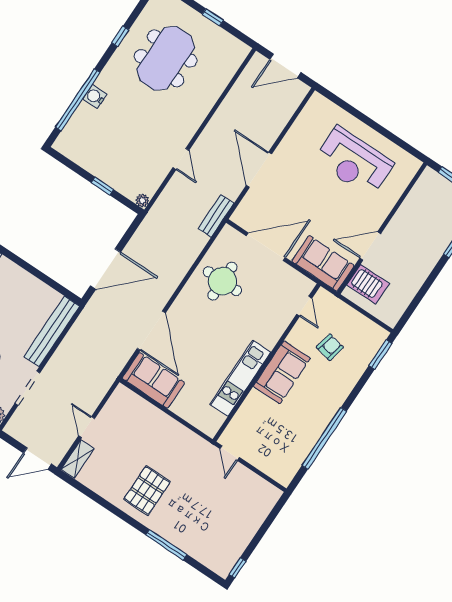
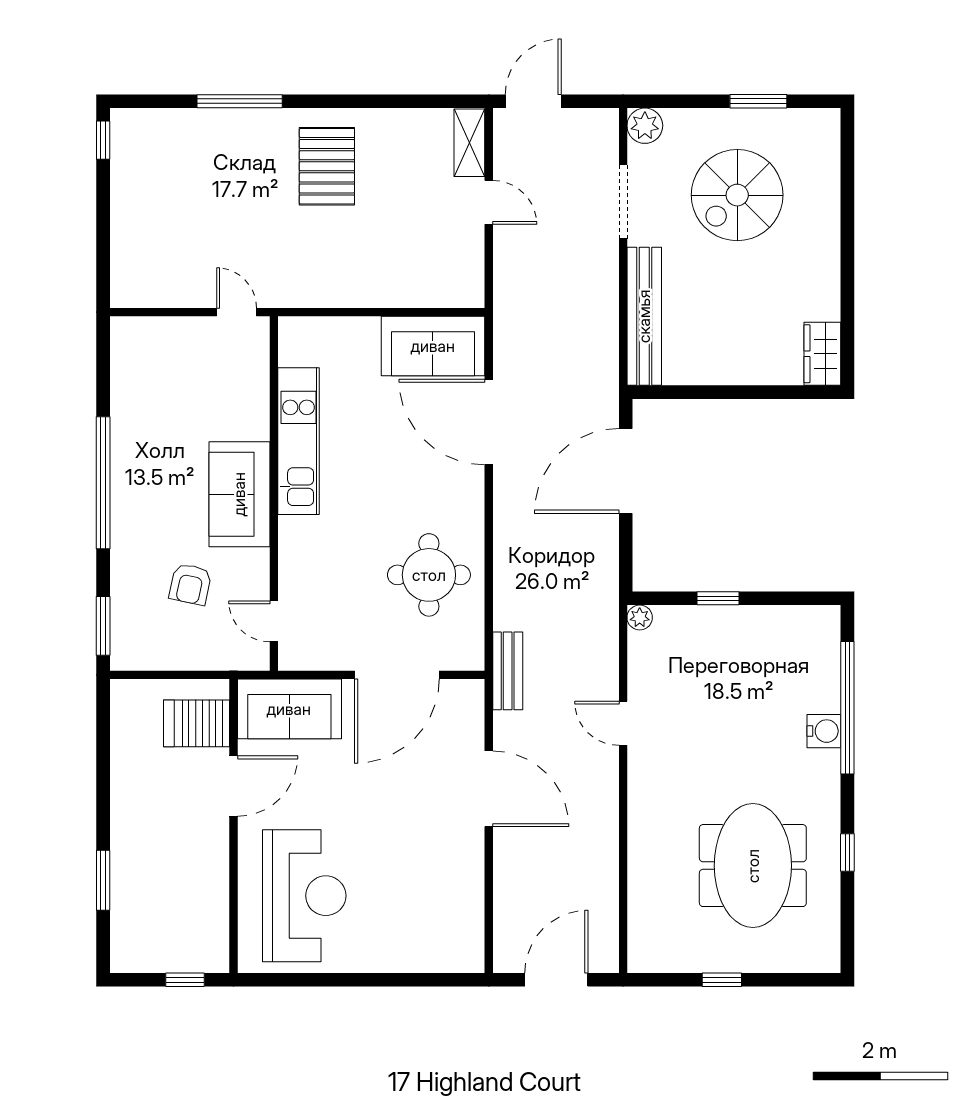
reception desk: (354, 162) -> (304, 896), moved, turned 90
window: (324, 438) -> (103, 483), moved

